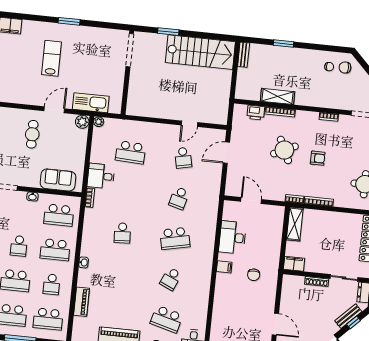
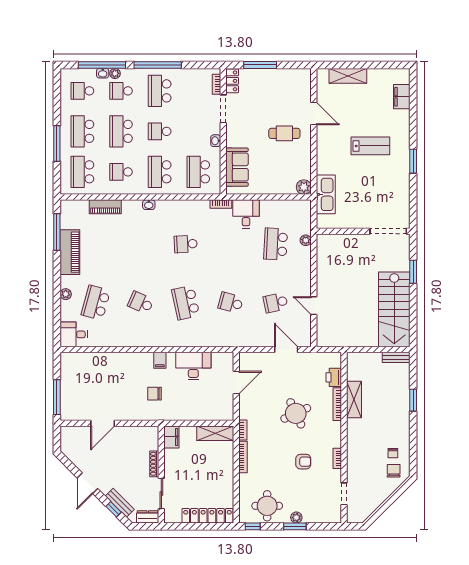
door: (54, 110) -> (314, 113), moved
plant: (99, 122) -> (306, 240), moved
armchair: (318, 158) -> (303, 462), moved, turned -90

